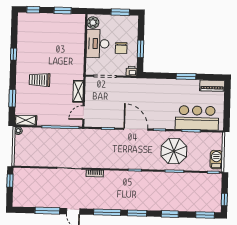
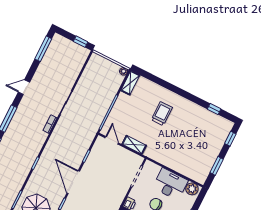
window: (14, 54) -> (214, 109), moved
window: (12, 98) -> (157, 80), removed
door: (136, 129) -> (73, 182), swing flipped
window: (47, 211) -> (43, 49), moved

